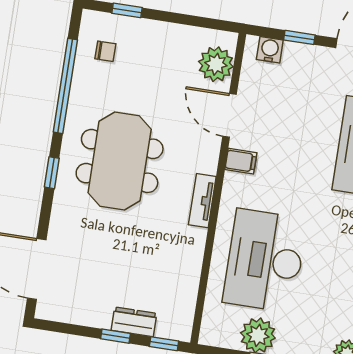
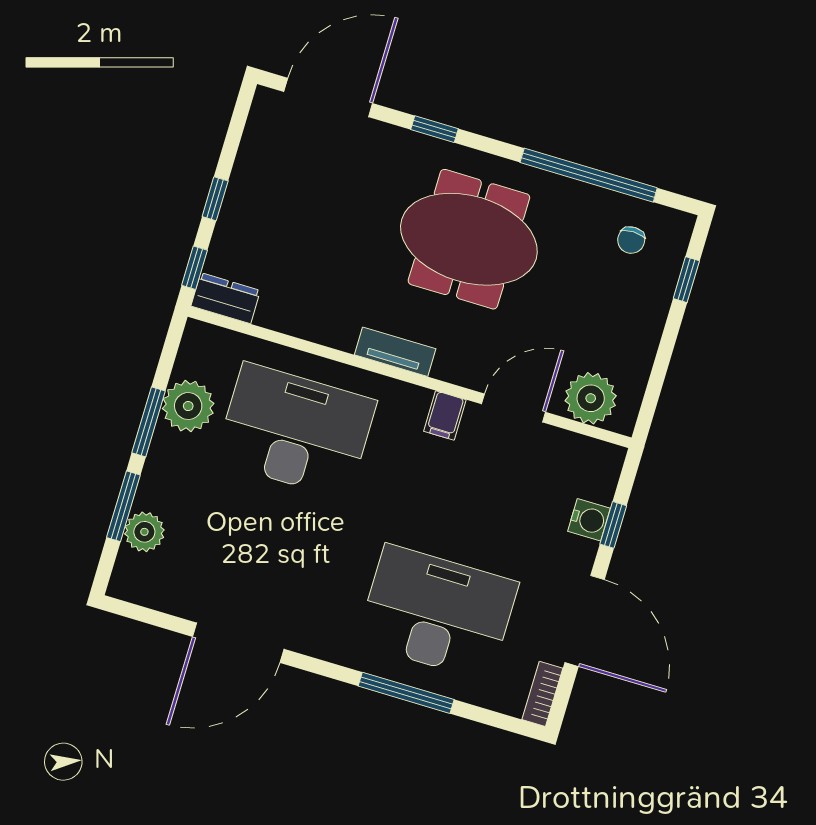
water cooler: (270, 50) -> (589, 520), moved
window: (52, 173) -> (435, 129), moved
dresser: (134, 322) -> (226, 298), moved, turned -90

